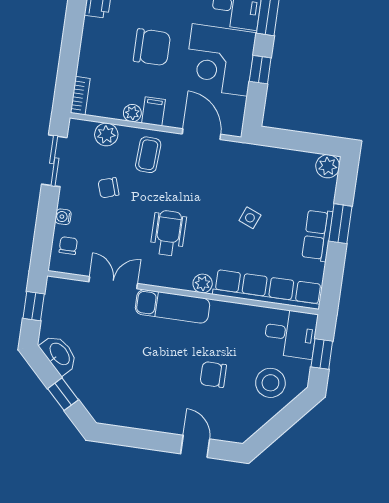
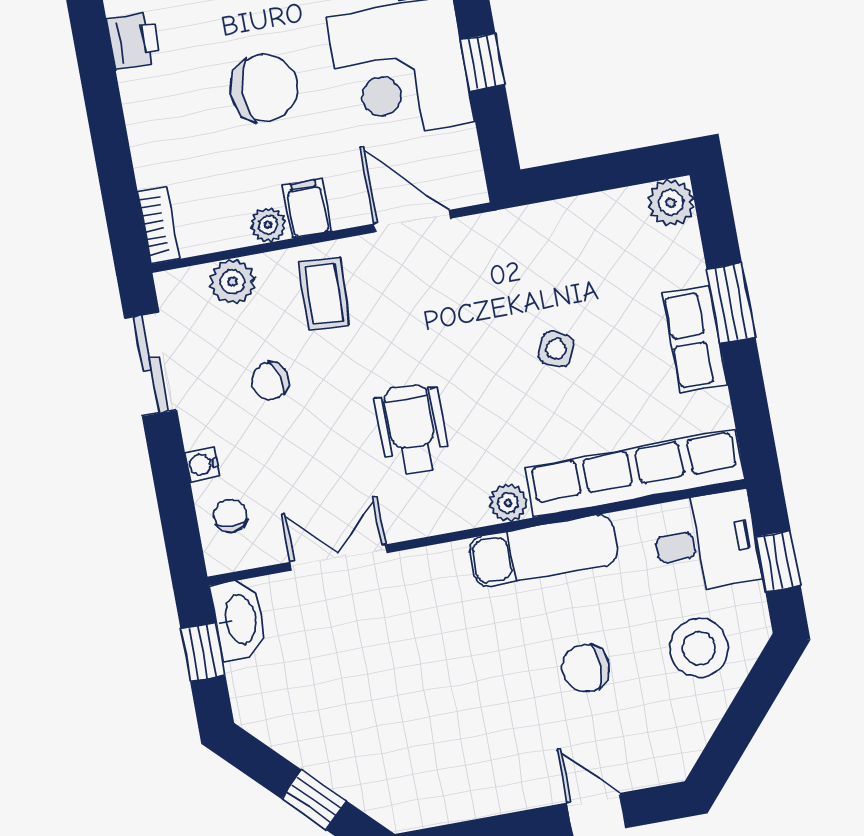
exam couch: (173, 306) -> (544, 551), moved
washbasin: (59, 354) -> (239, 619), moved, turned 45

